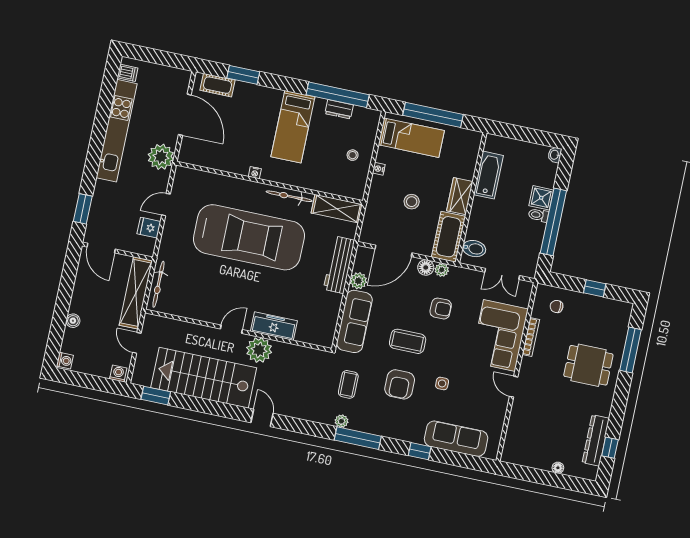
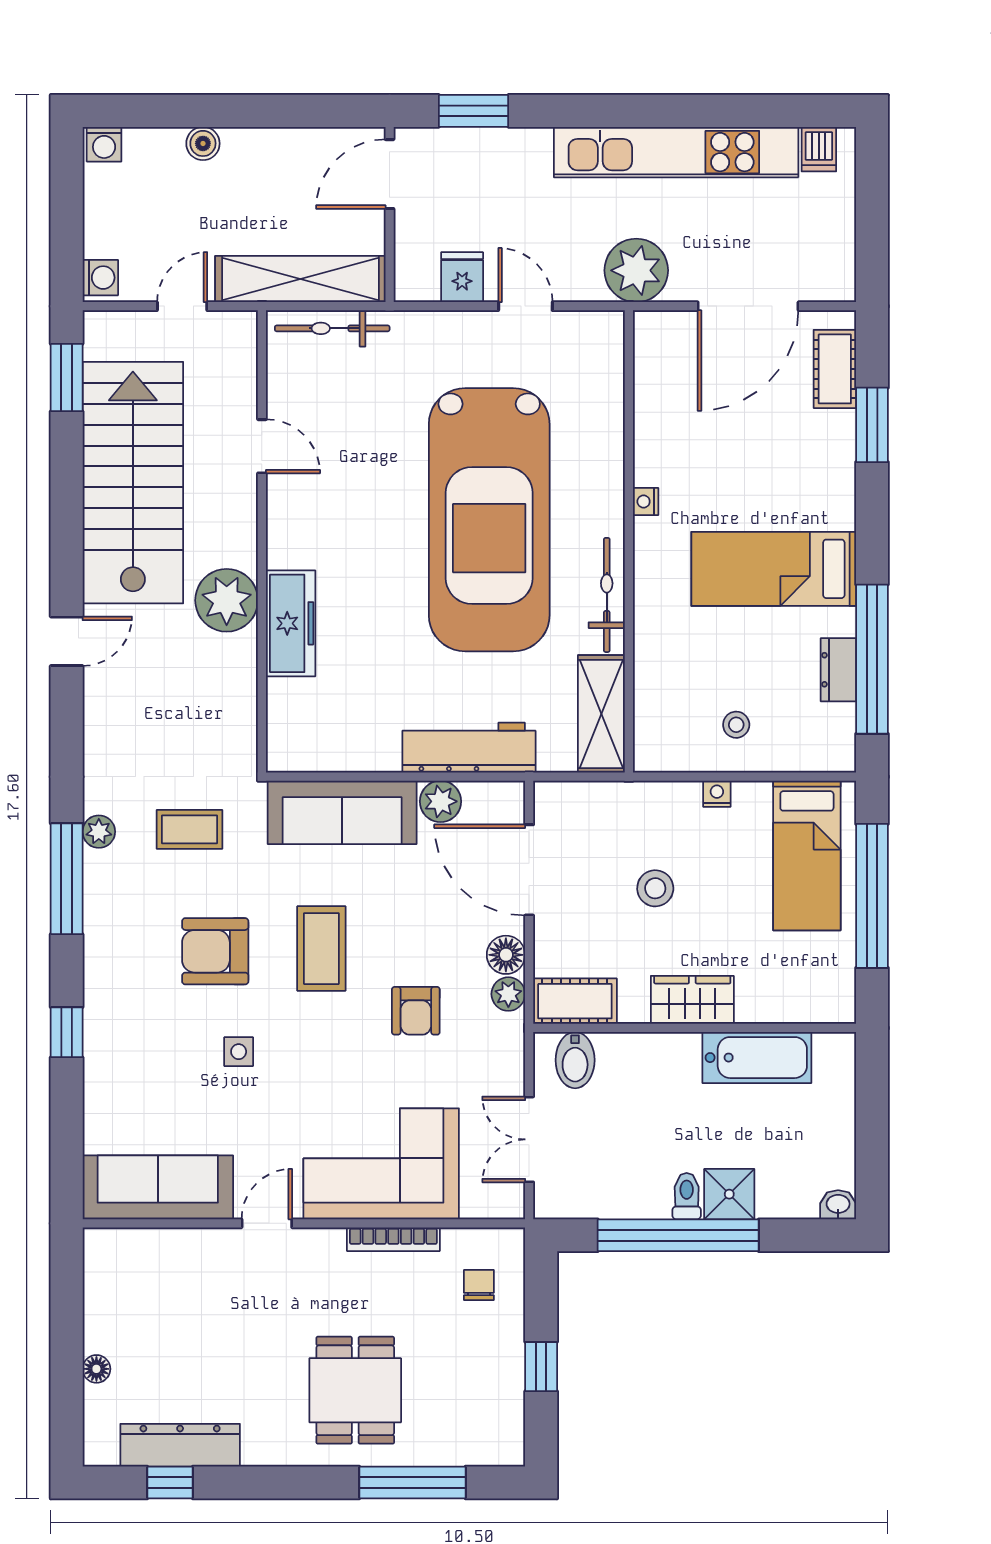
cot: (449, 237) -> (575, 1001), width x0.73, depth x0.75
door: (231, 329) -> (262, 446), moved
sofa: (456, 439) -> (158, 1187), moved, turned -90

